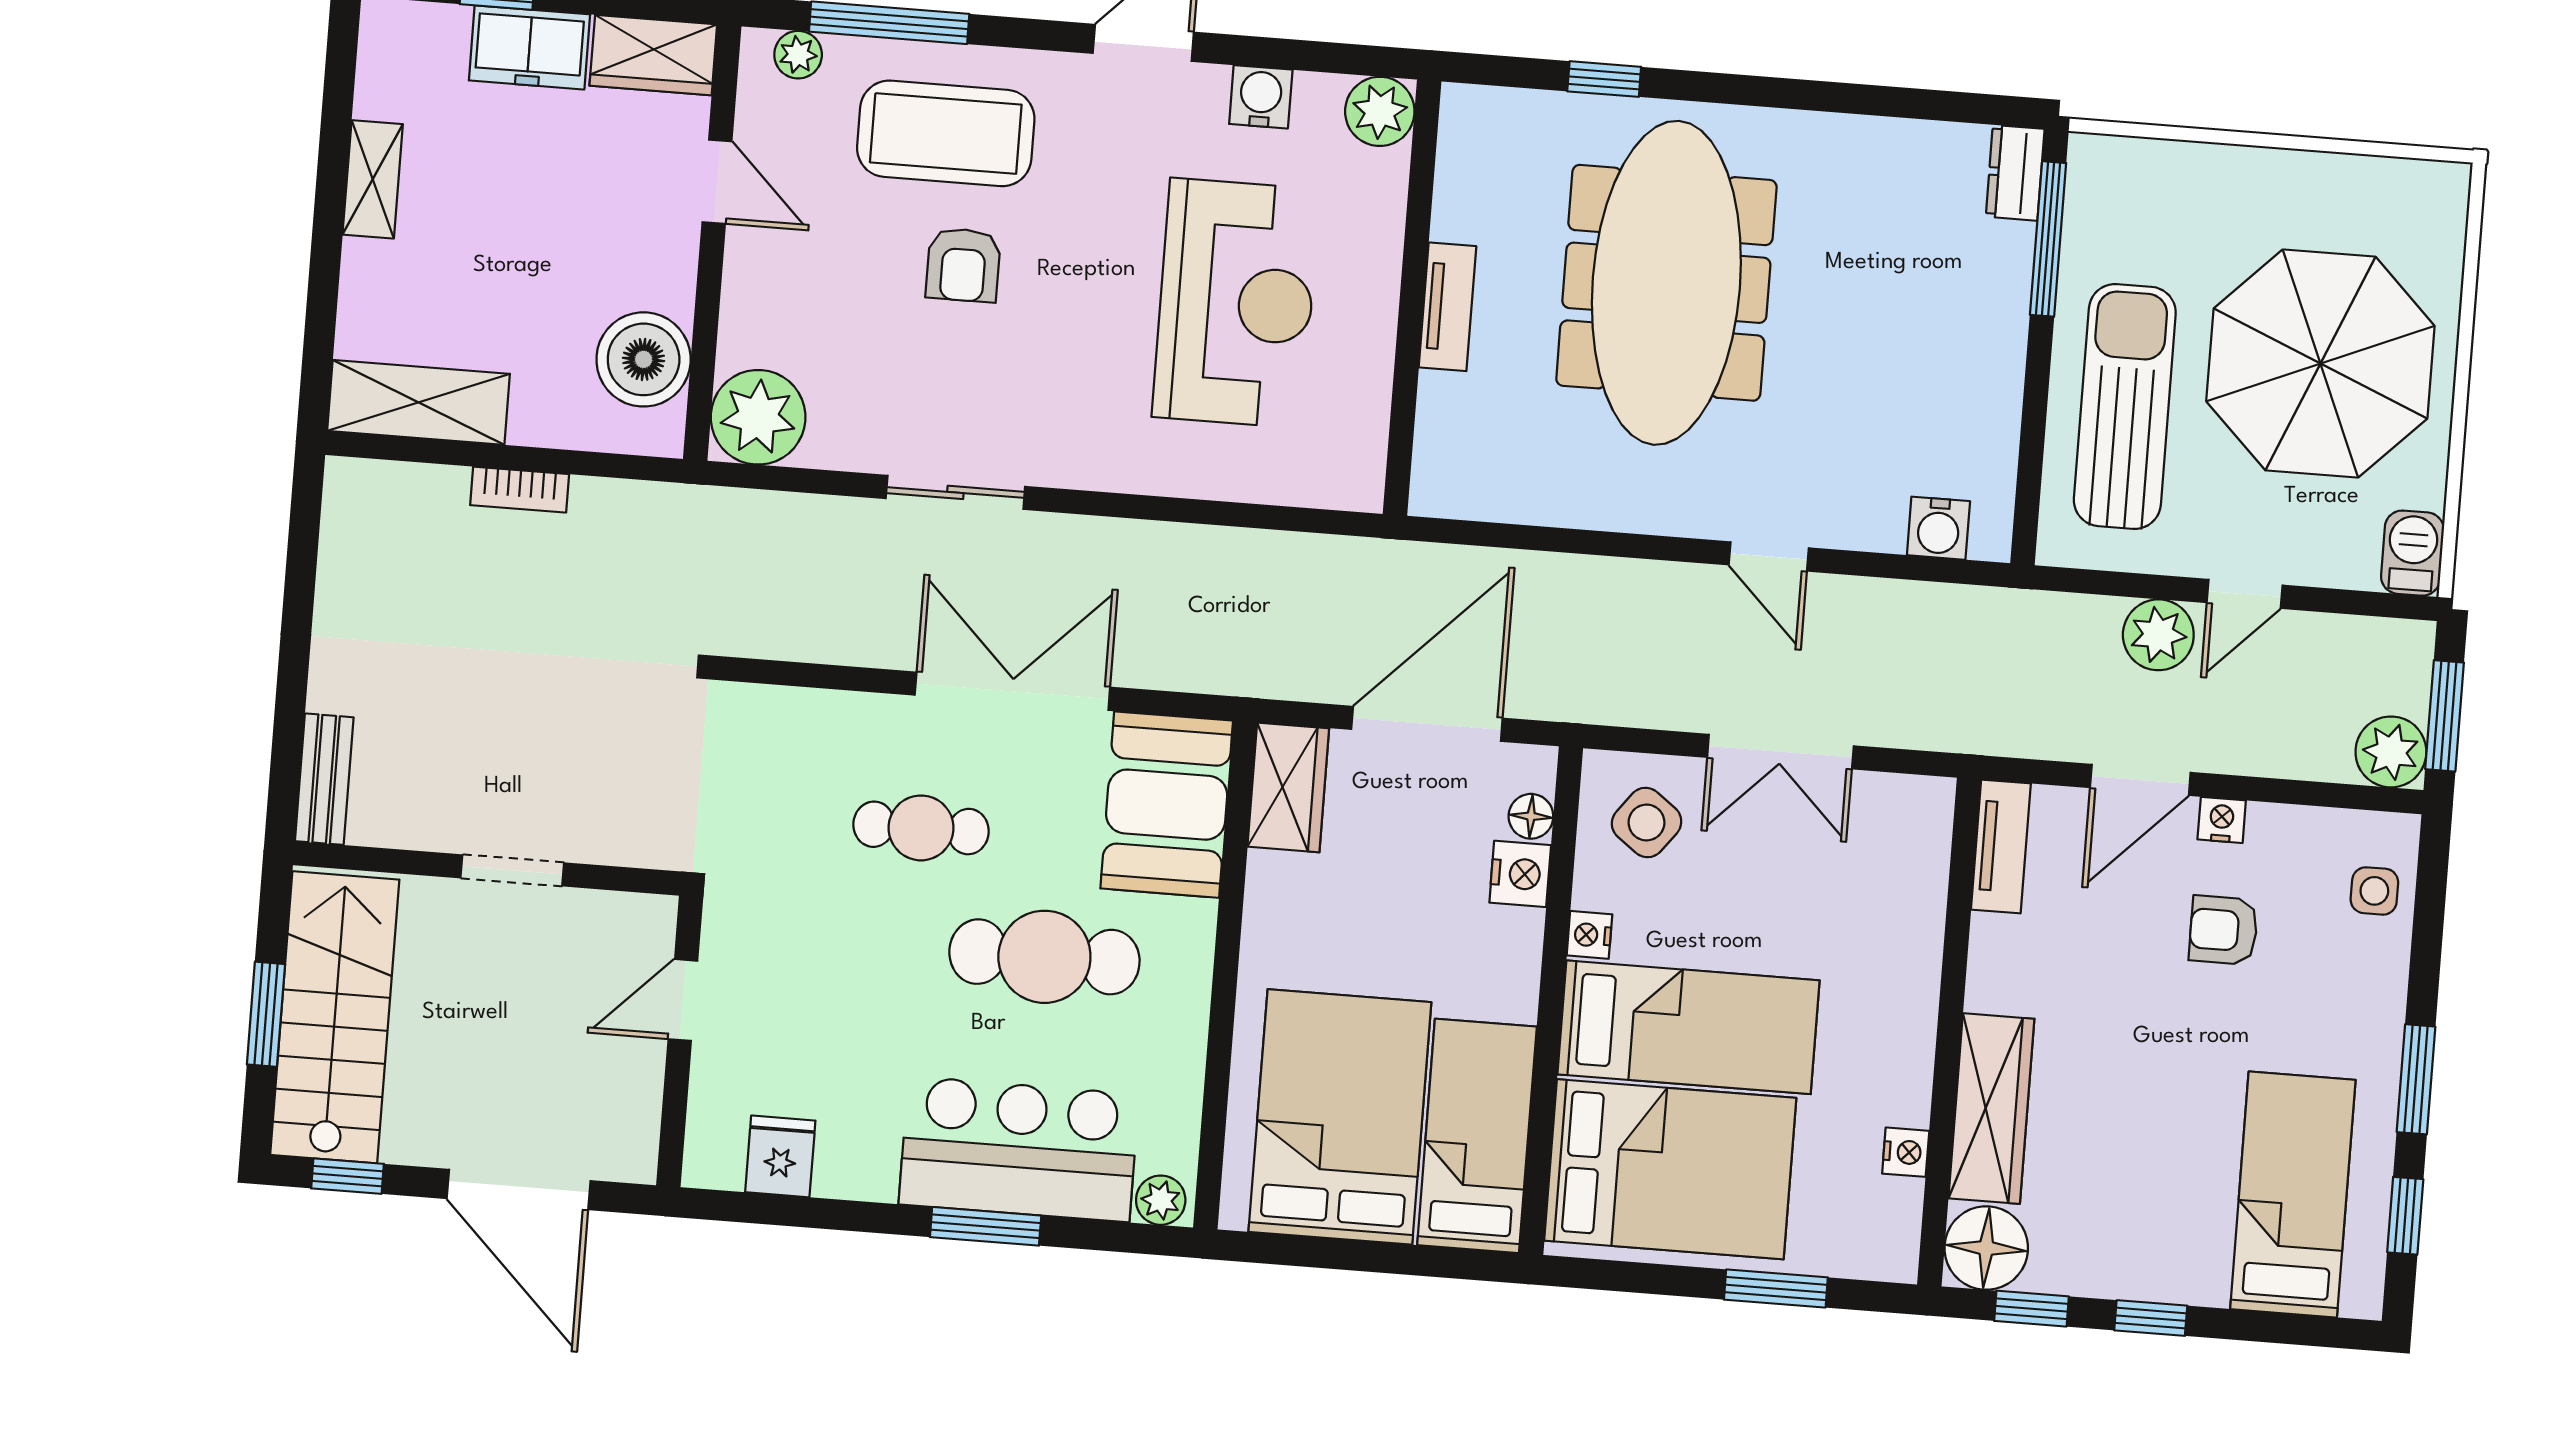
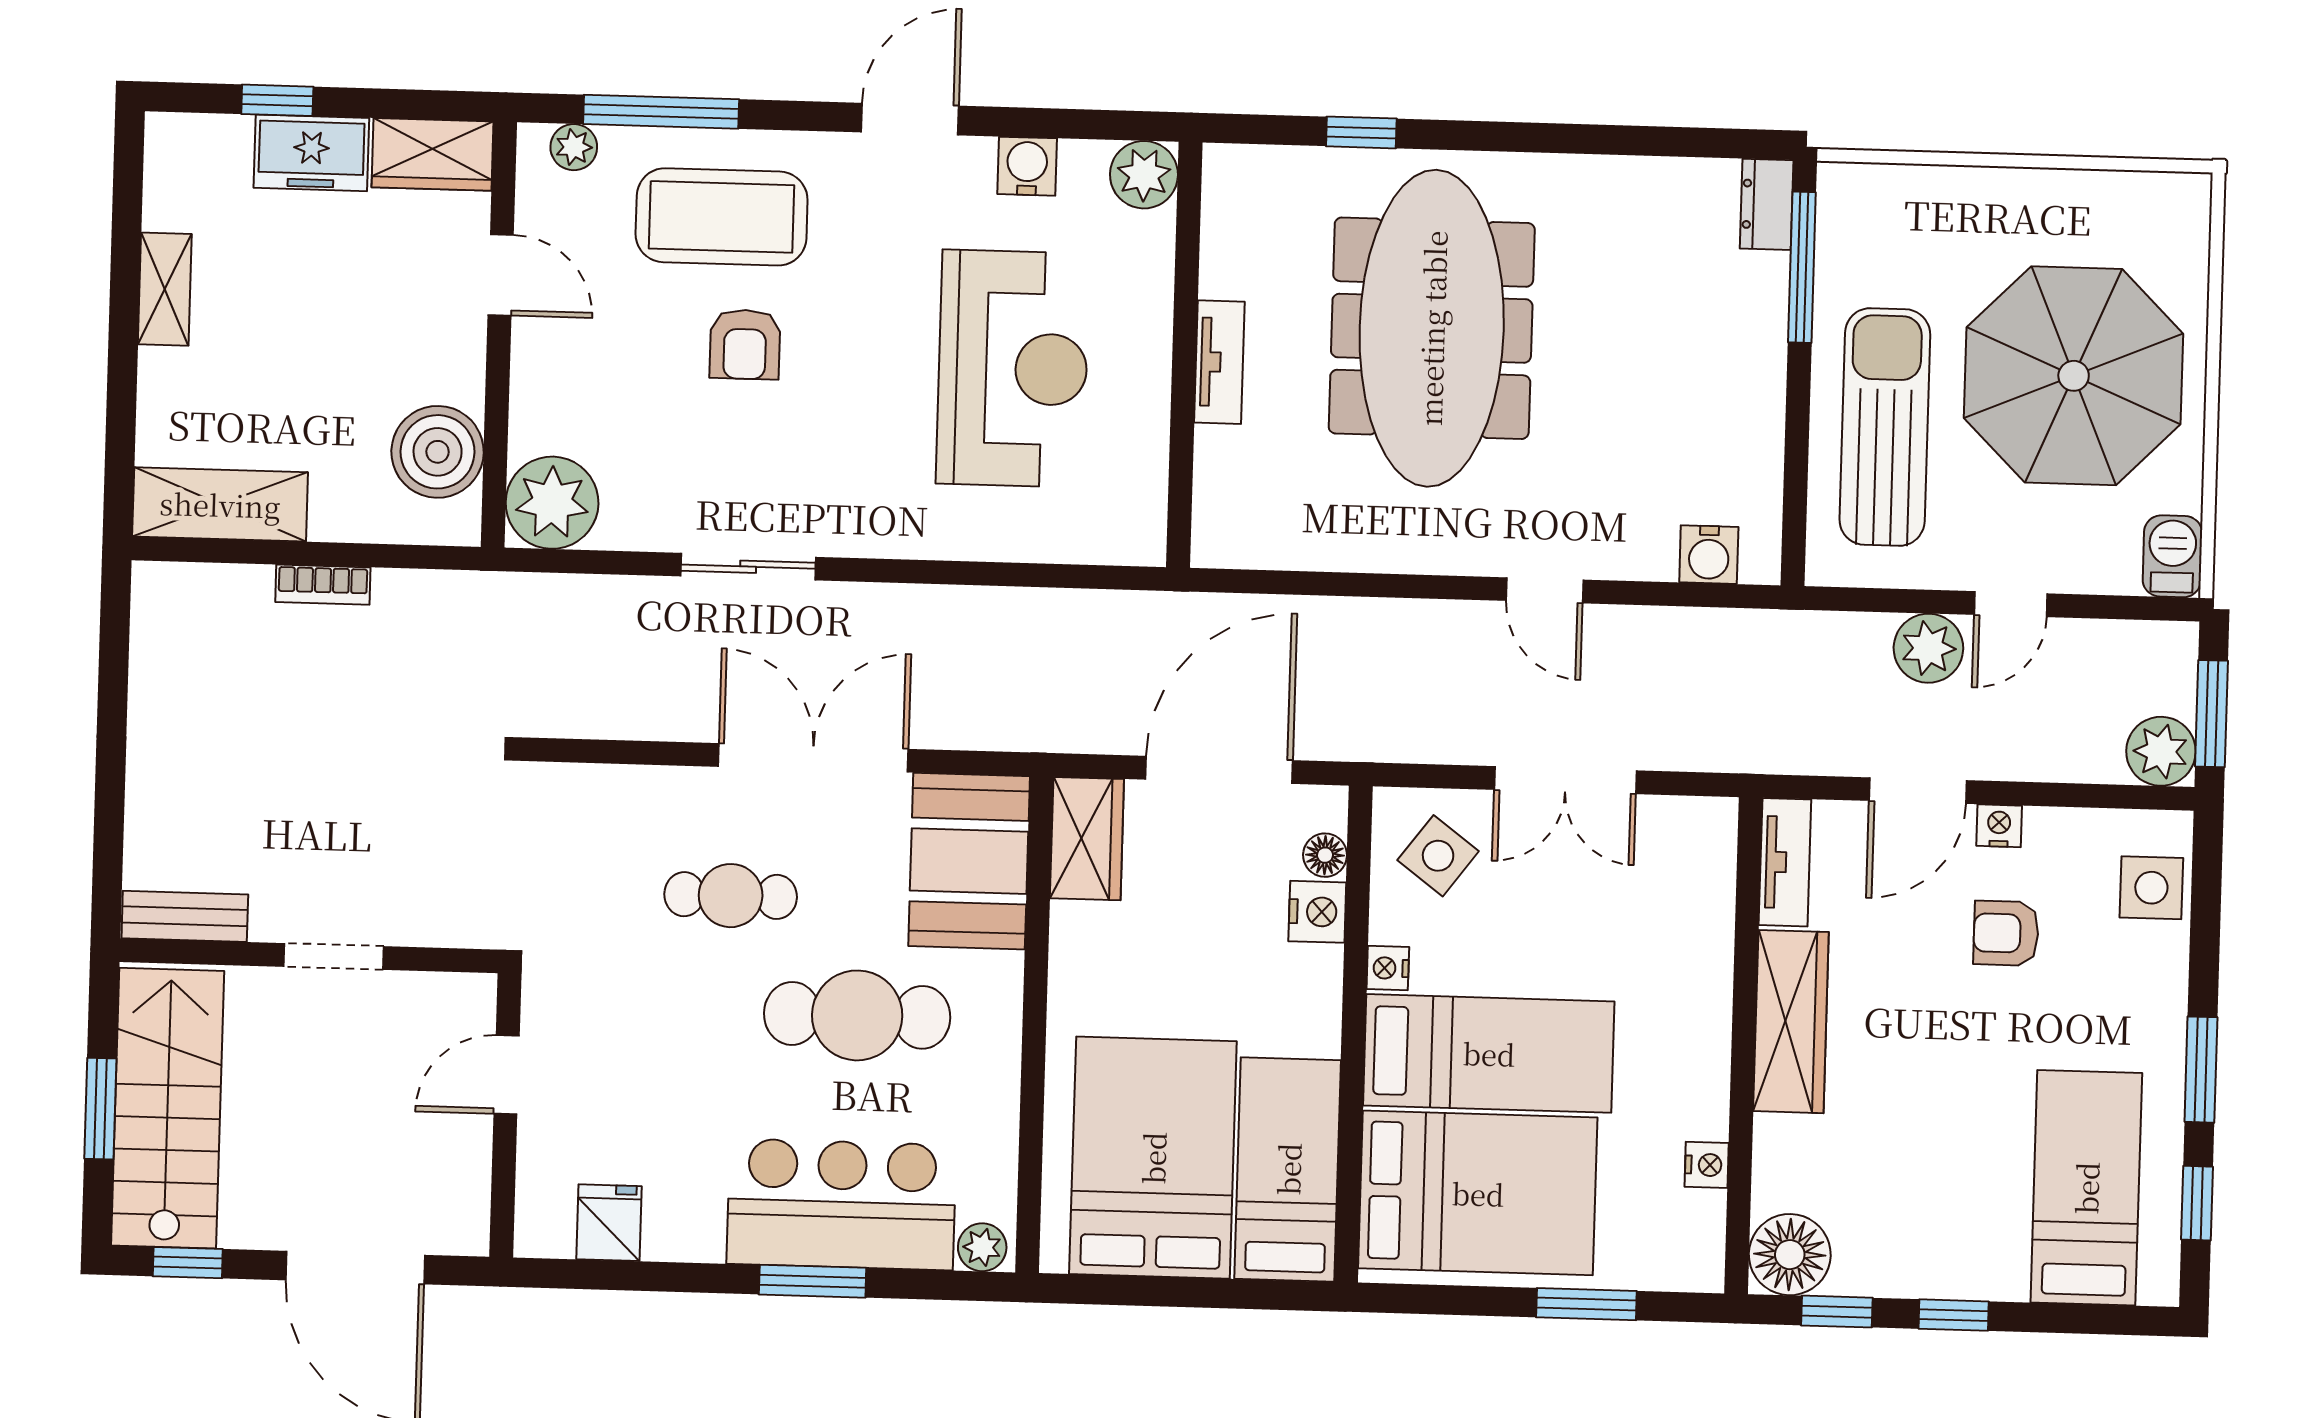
bench: (324, 779) -> (185, 916), moved, turned 90
side table: (2374, 891) -> (2151, 888), width x1.37, depth x1.37
wardrobe: (1991, 1109) -> (1791, 1022), moved

